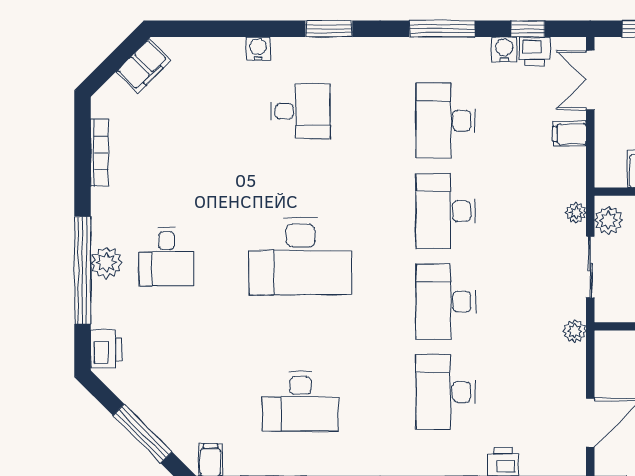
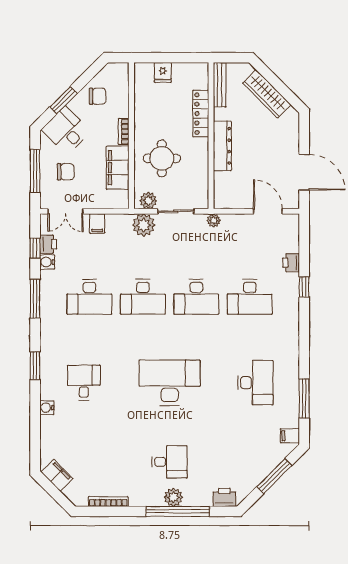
plant: (576, 212) -> (144, 225), width x1.88, depth x1.88
desk: (300, 256) -> (170, 383), turned -90

